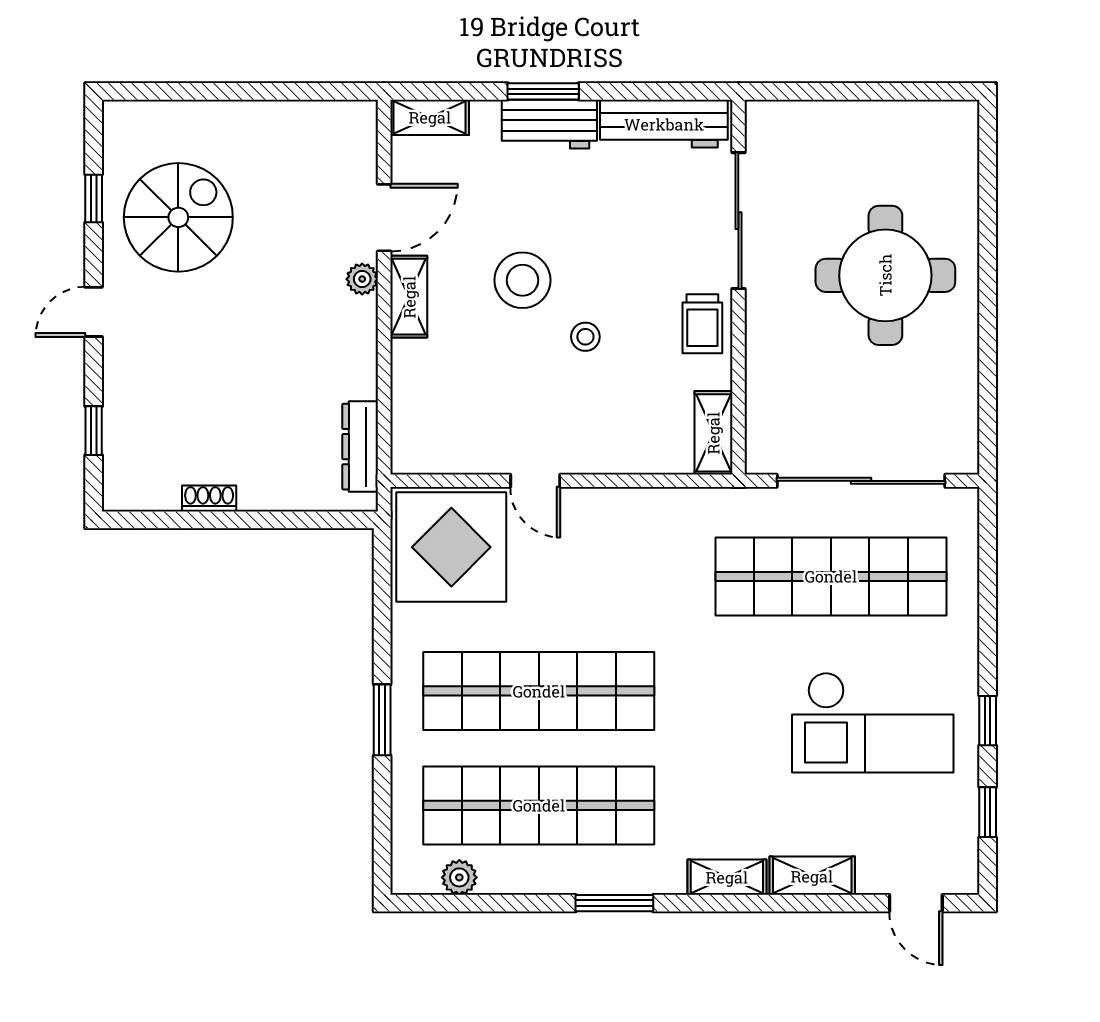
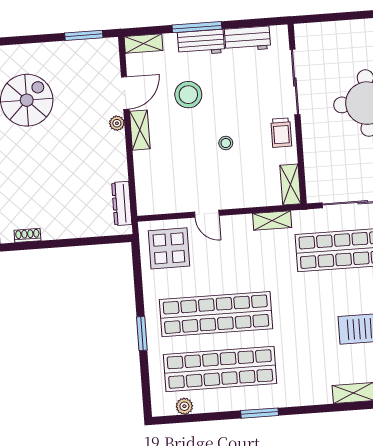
window: (307, 91) -> (84, 35), added
window: (543, 91) -> (197, 27), width x1.44
workbench: (664, 124) -> (248, 39), width x0.73
stool: (522, 280) -> (188, 95), moved
shoe rack: (209, 499) -> (27, 235), moved
display table: (451, 547) -> (169, 248), width x0.73, depth x0.73
shelving: (727, 877) -> (272, 220), moved

